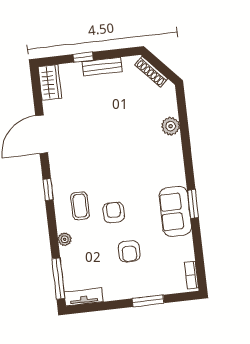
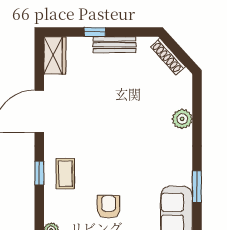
window: (193, 204) -> (197, 187), moved
coffee table: (80, 206) -> (65, 174), moved

